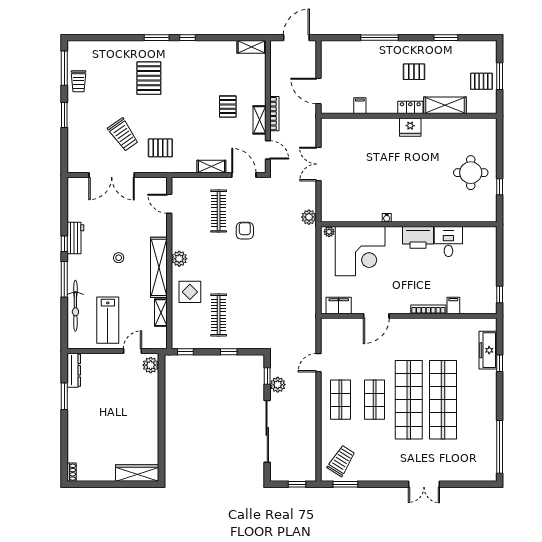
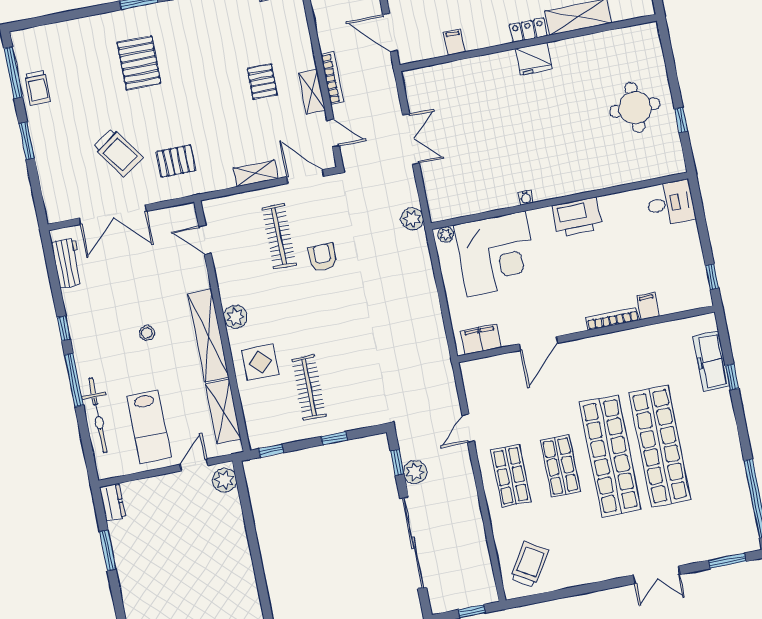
double door: (319, 164) -> (411, 139), swing flipped
workbench: (75, 238) -> (67, 263), moved
desk: (448, 242) -> (670, 203), moved, turned 90
shelving: (161, 313) -> (223, 411), width x1.50, depth x1.33
dresser: (74, 370) -> (113, 502), width x0.70
window: (345, 484) -> (727, 561), moved

